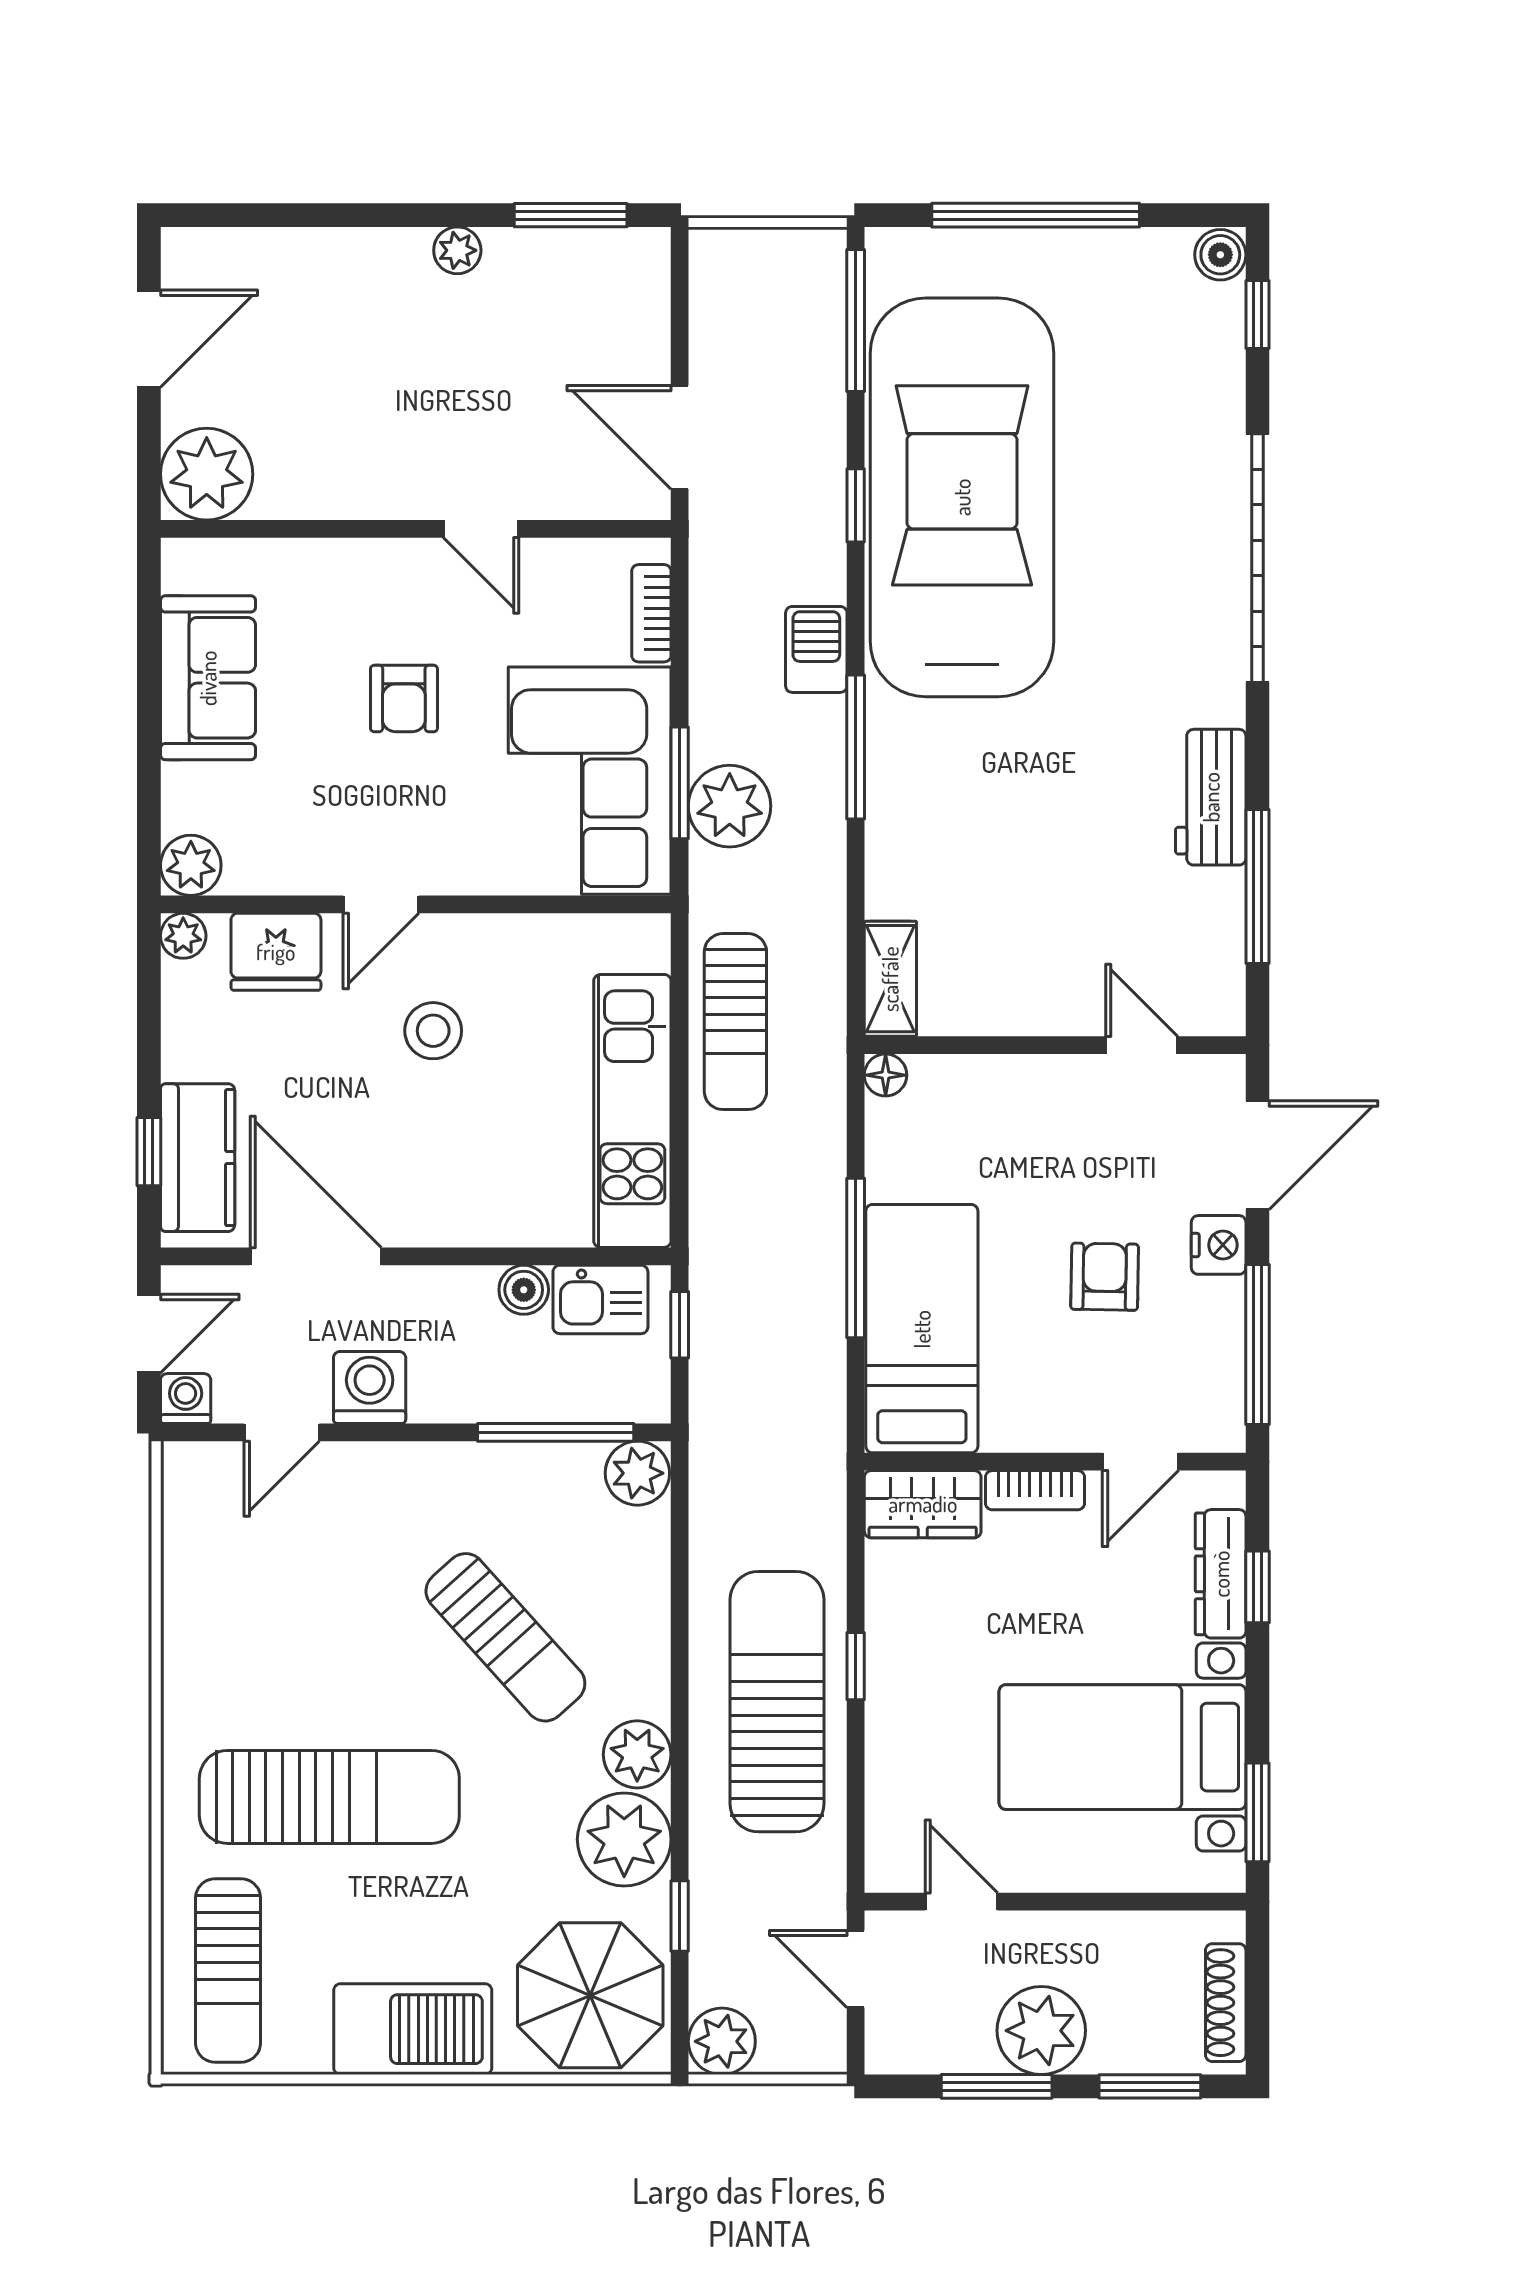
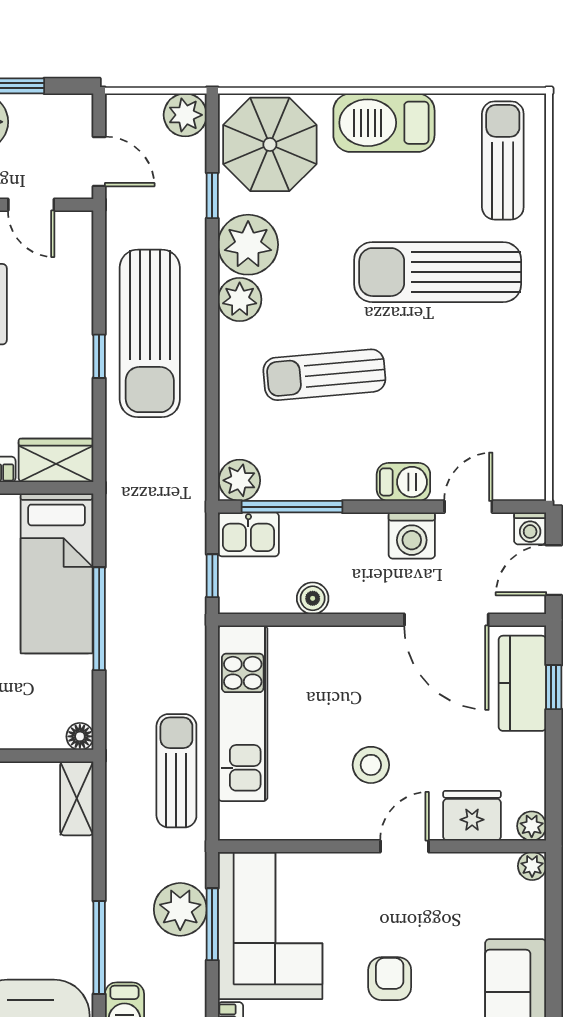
plant: (191, 865) -> (532, 866), width x0.73, depth x0.73
kitchen sink: (600, 1299) -> (248, 534), moved, turned 180
barbecue: (383, 1471) -> (403, 482), added
sun lounger: (505, 1637) -> (324, 375), turned -53

